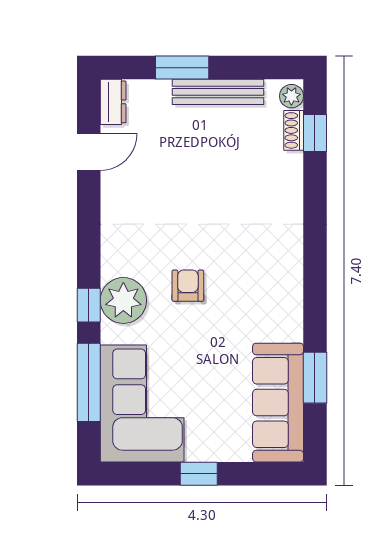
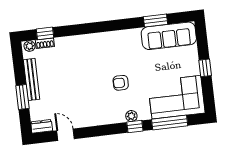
plant: (123, 300) -> (131, 116), width x0.53, depth x0.53

